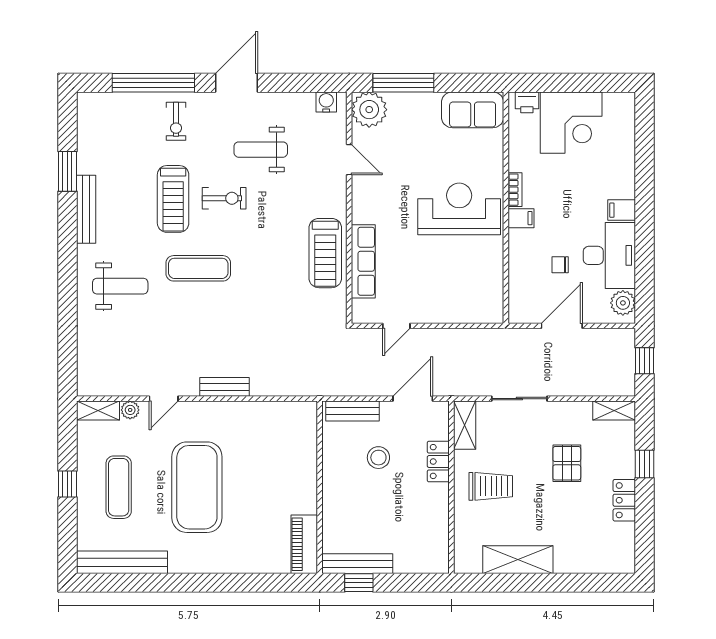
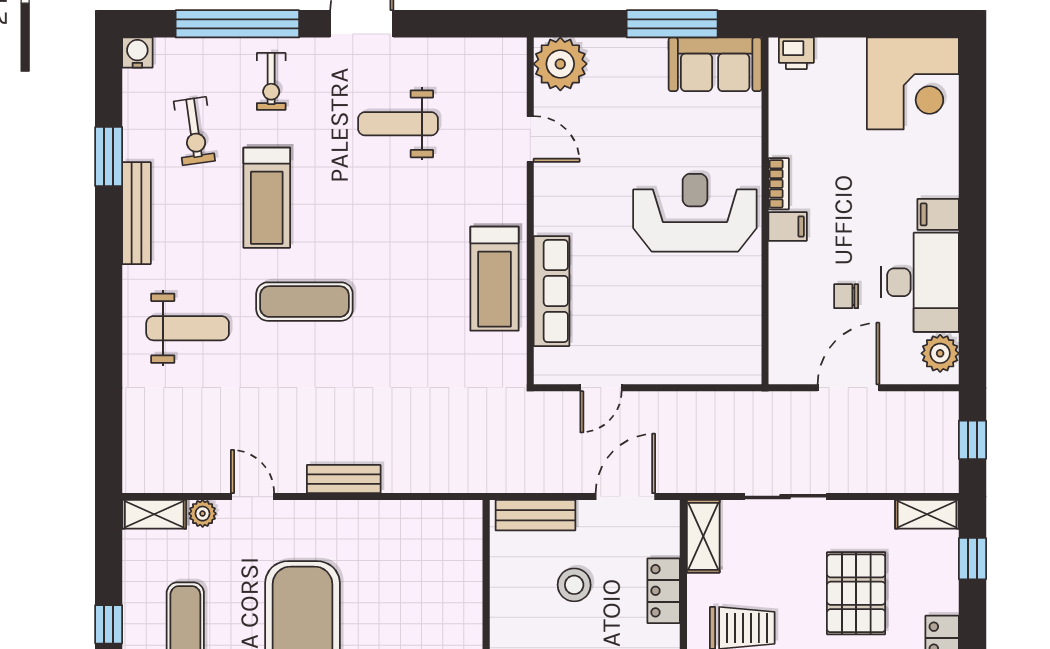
window: (403, 83) -> (672, 24), moved
water cooler: (326, 102) -> (137, 53), moved
corner desk: (571, 123) -> (913, 83), moved
exercise bike: (224, 198) -> (194, 131), moved, turned 82
door: (164, 399) -> (253, 497), swing flipped
pallet: (567, 463) -> (856, 593), width x1.50, depth x1.42
window: (645, 464) -> (972, 559), moved

